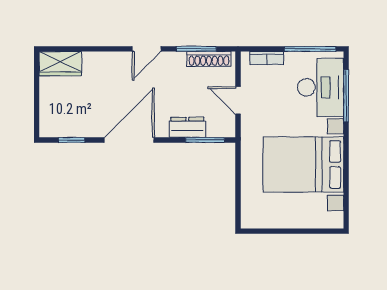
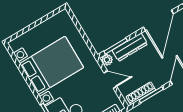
dresser: (187, 127) -> (130, 47), width x1.44
plant: (227, 129) -> (107, 60), added

